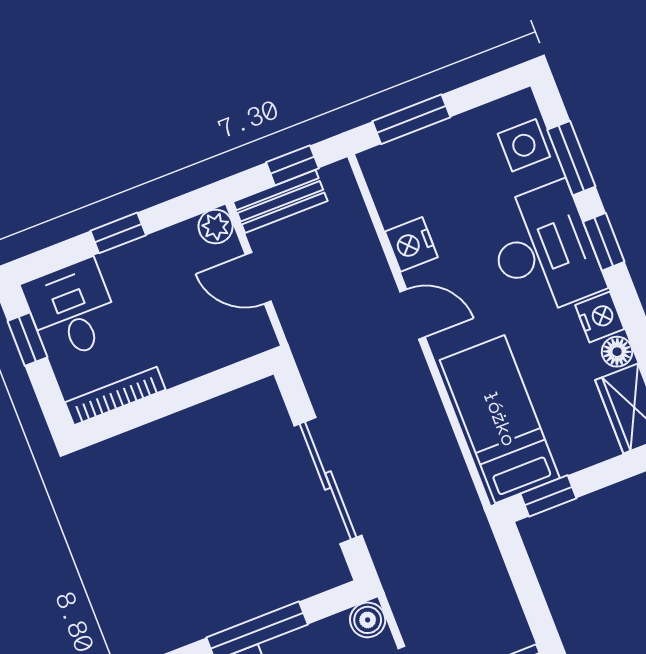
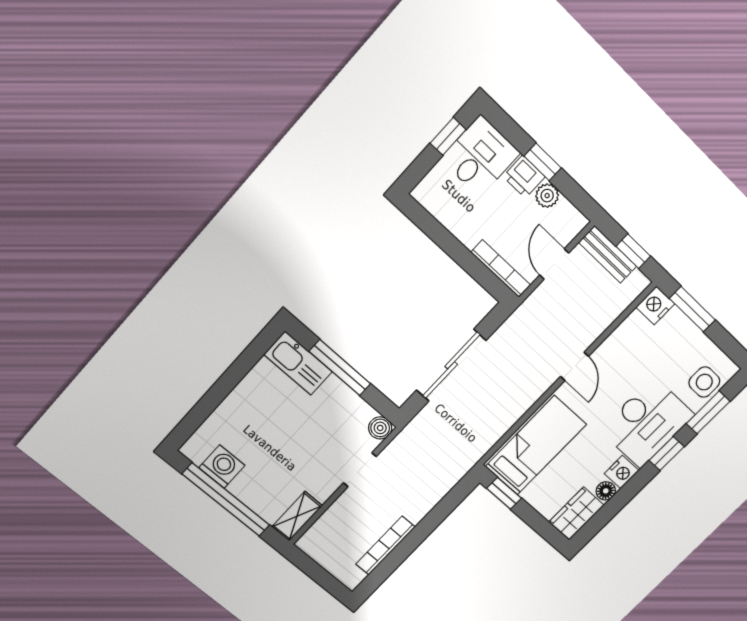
plant: (216, 227) -> (547, 196), moved
nightstand: (411, 244) -> (655, 305), moved
printer: (125, 266) -> (524, 177), added
bookcase: (115, 396) -> (501, 269), moved

